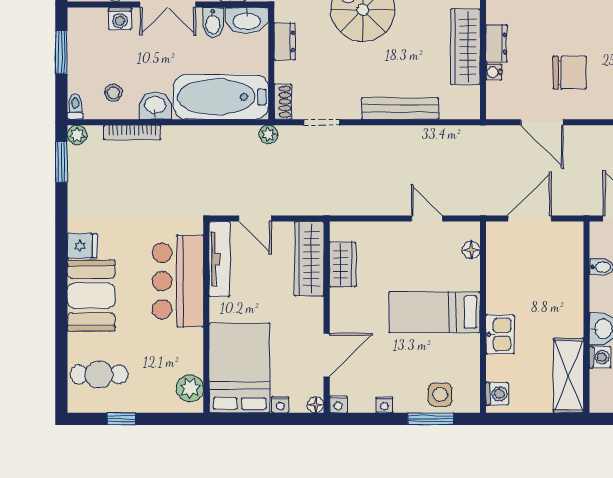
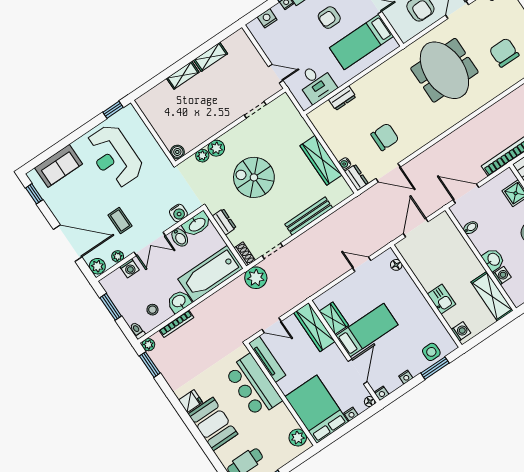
dresser: (496, 43) -> (356, 178), moved
plant: (268, 134) -> (256, 278), width x1.88, depth x1.88
bed: (434, 312) -> (367, 330), moved, turned 180

